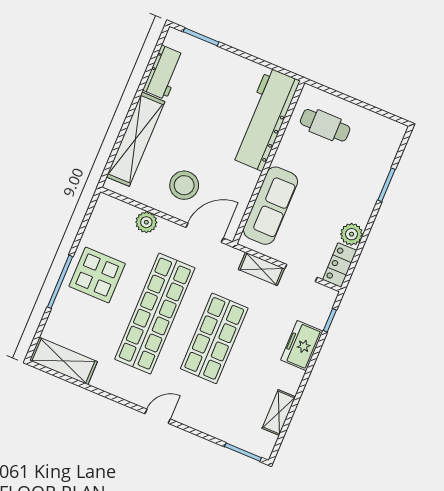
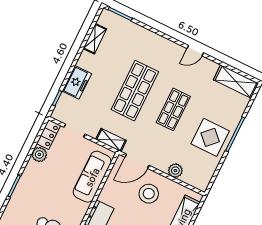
shelving: (261, 269) -> (111, 140), moved
shop shelf: (155, 314) -> (173, 109), width x0.50, depth x0.74
door: (158, 416) -> (195, 51), moved

